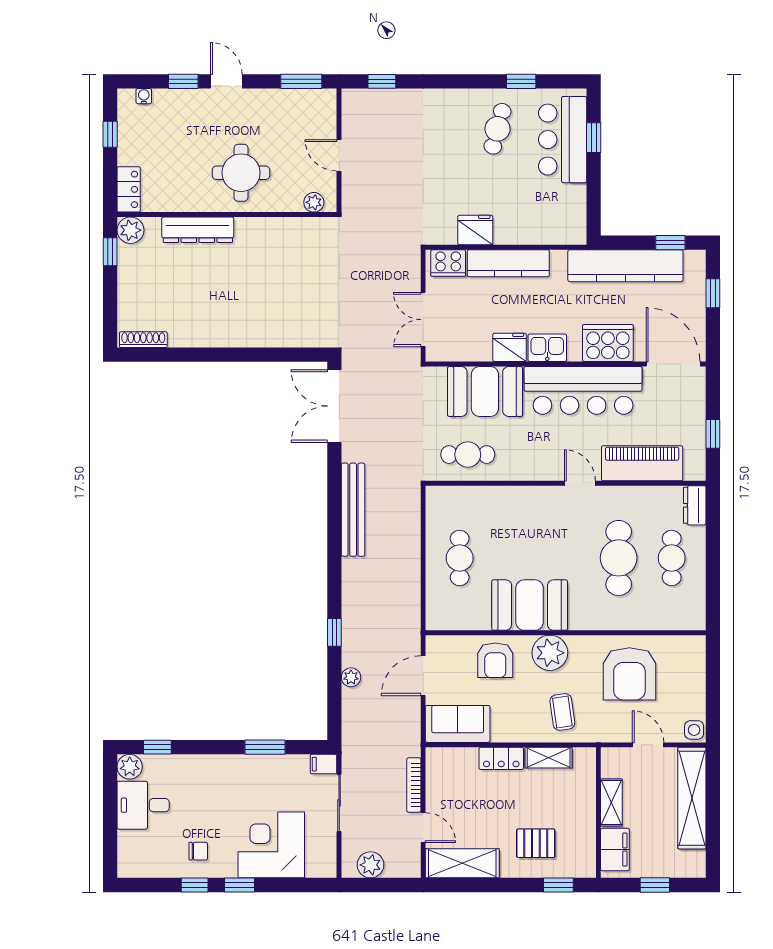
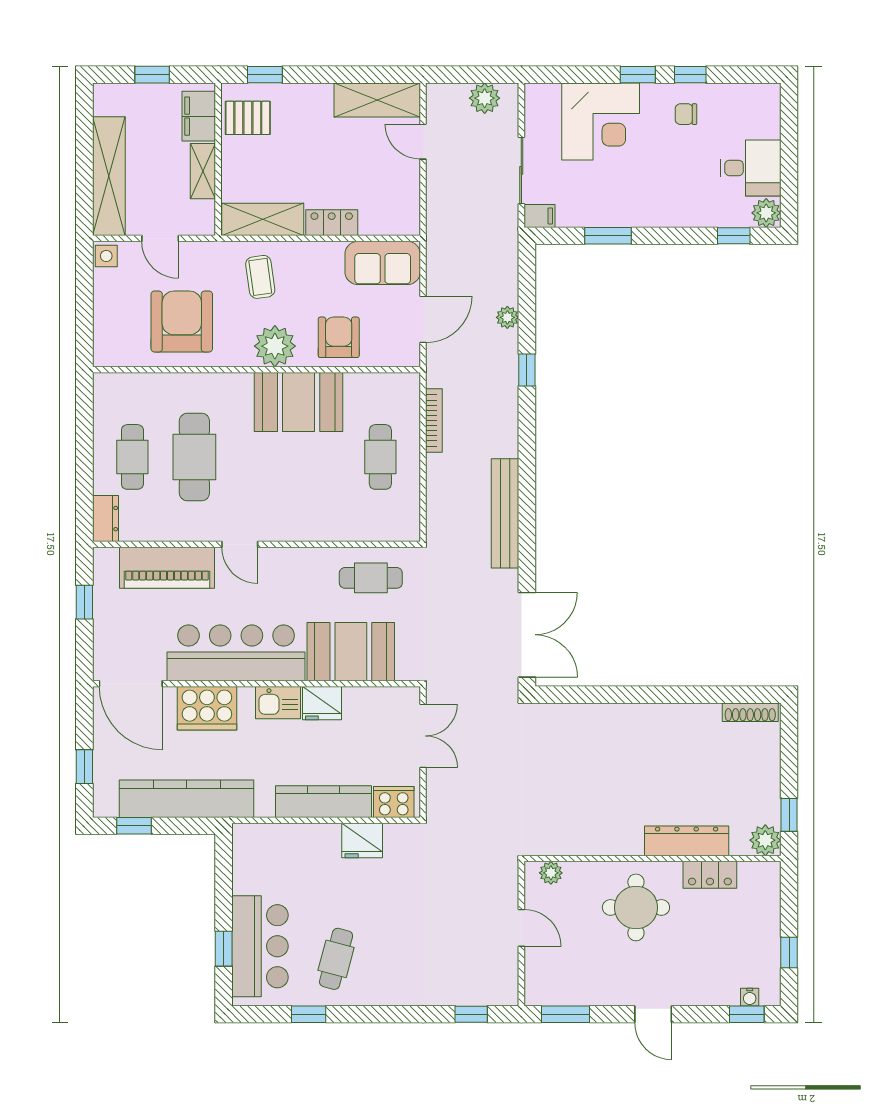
window: (183, 81) -> (747, 1014), moved
locker: (129, 189) -> (710, 875), moved, turned -90
shelving: (549, 758) -> (263, 219), width x1.50, depth x1.33
bookcase: (414, 785) -> (434, 420), moved
pallet: (536, 843) -> (248, 118), moved

